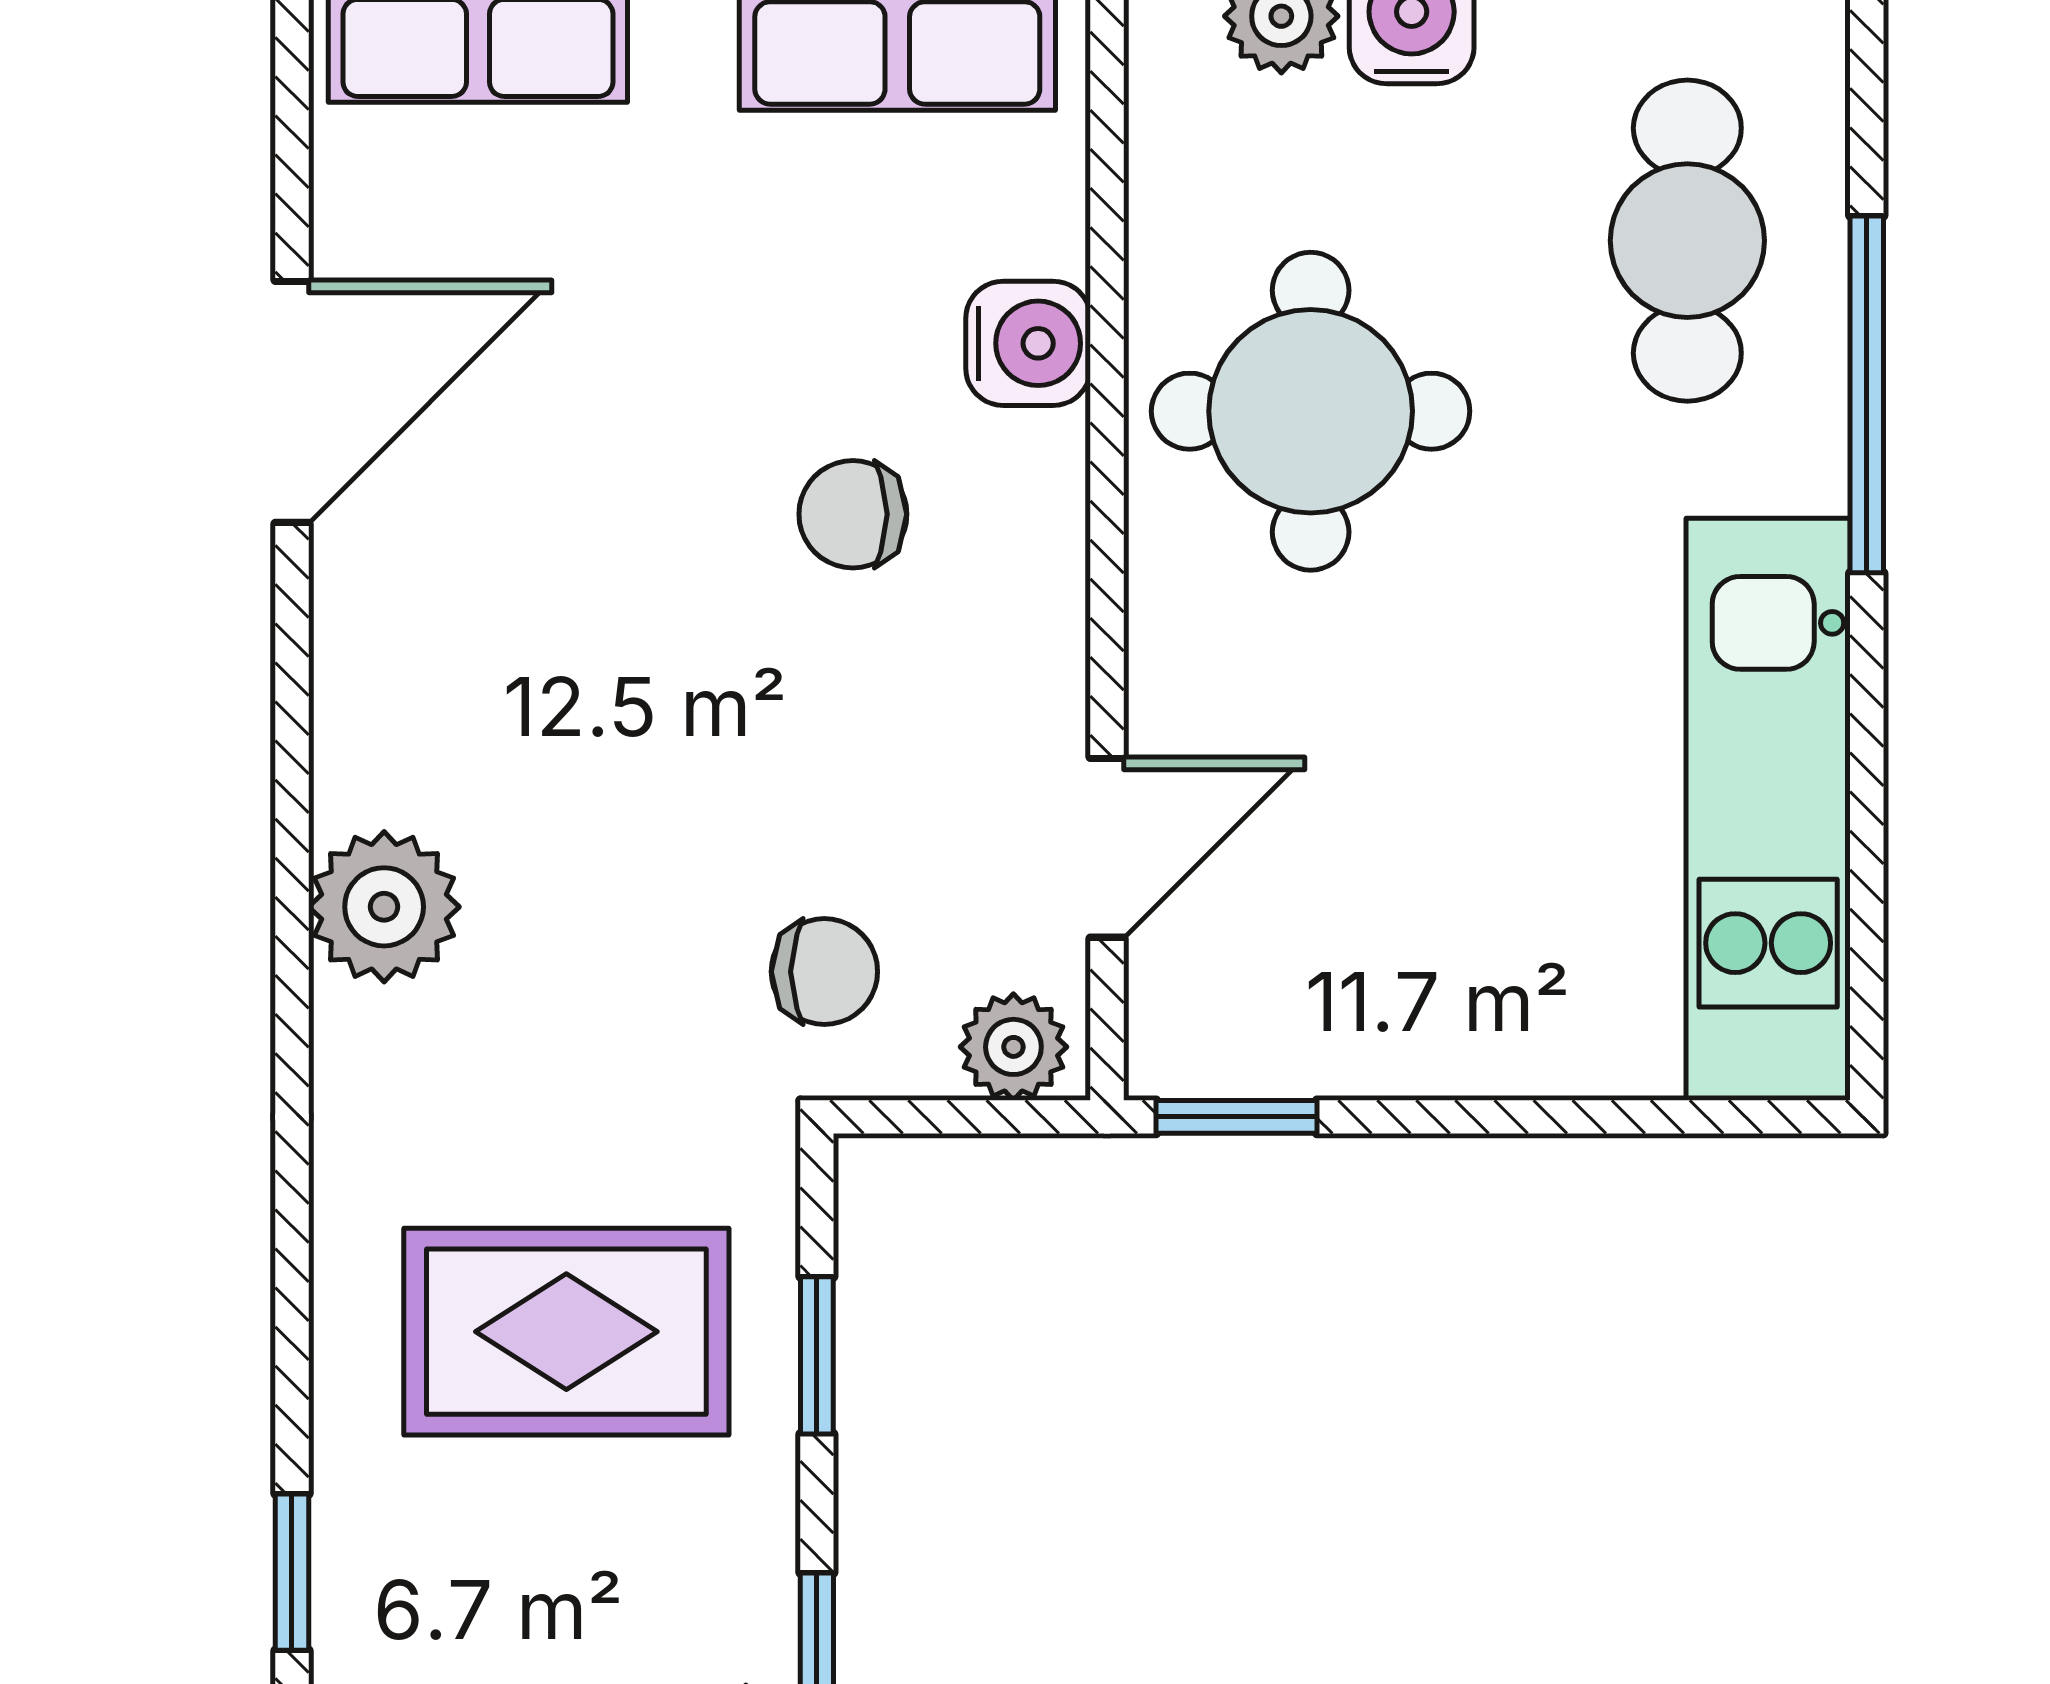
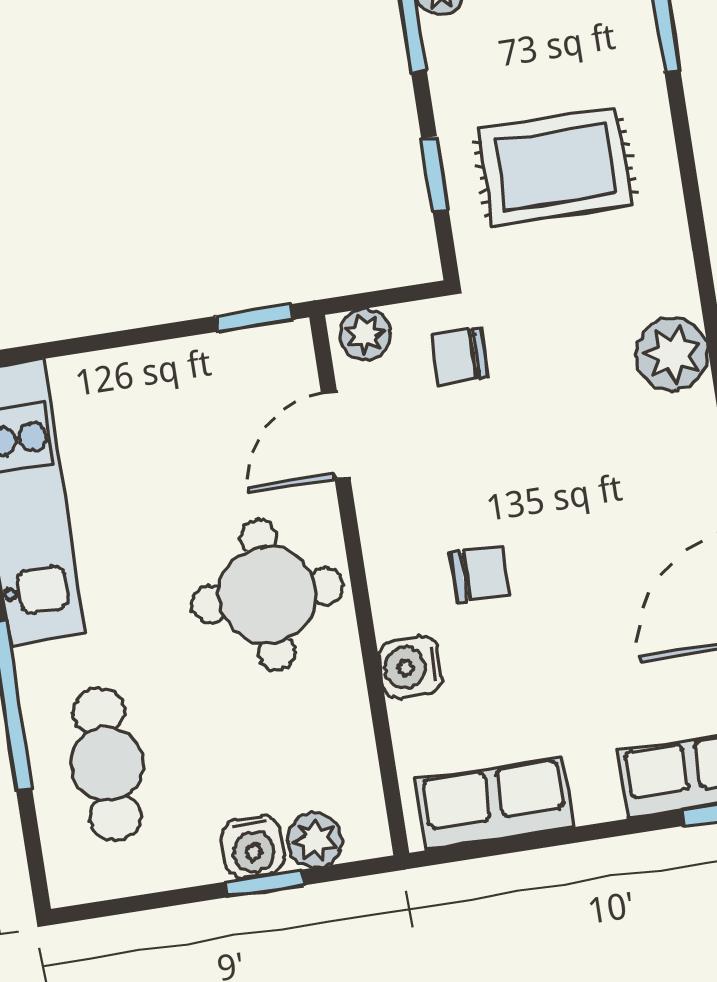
round table: (1311, 411) -> (267, 595), moved

